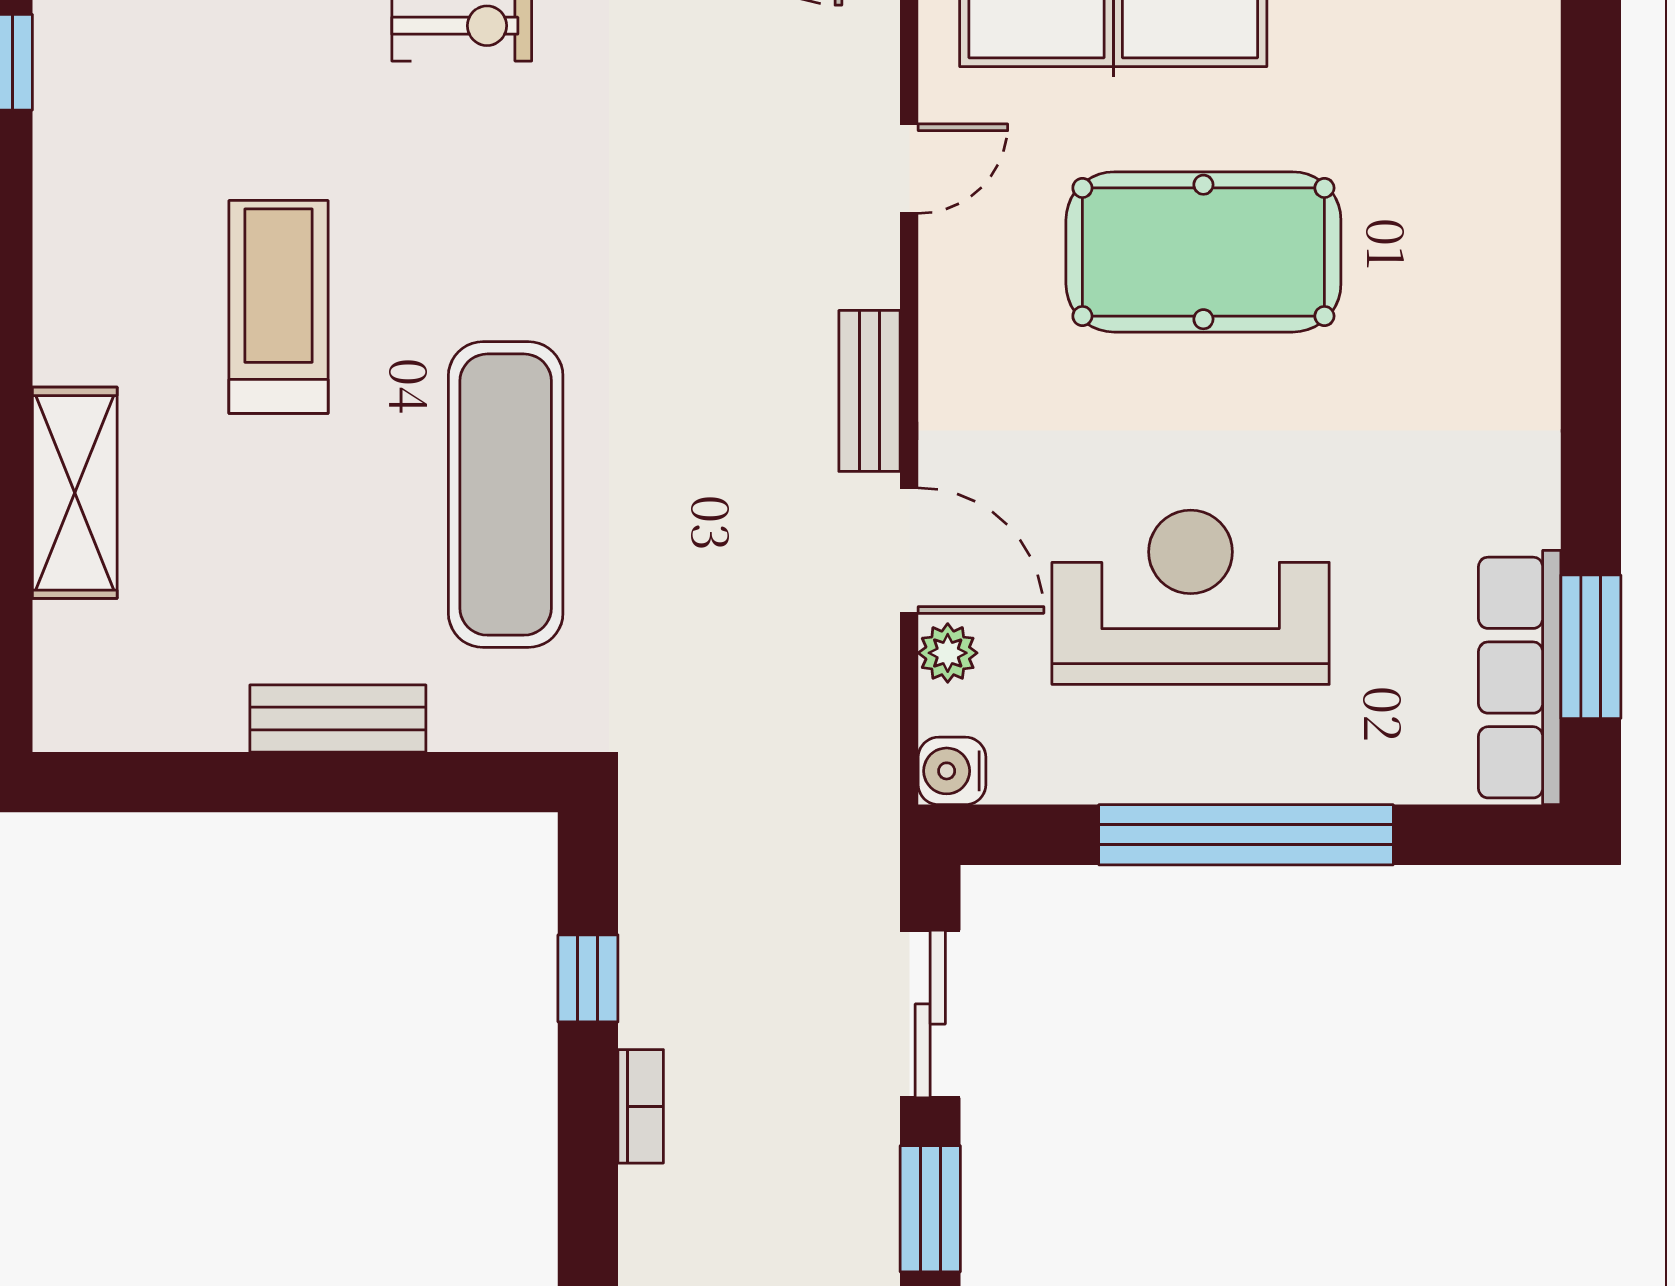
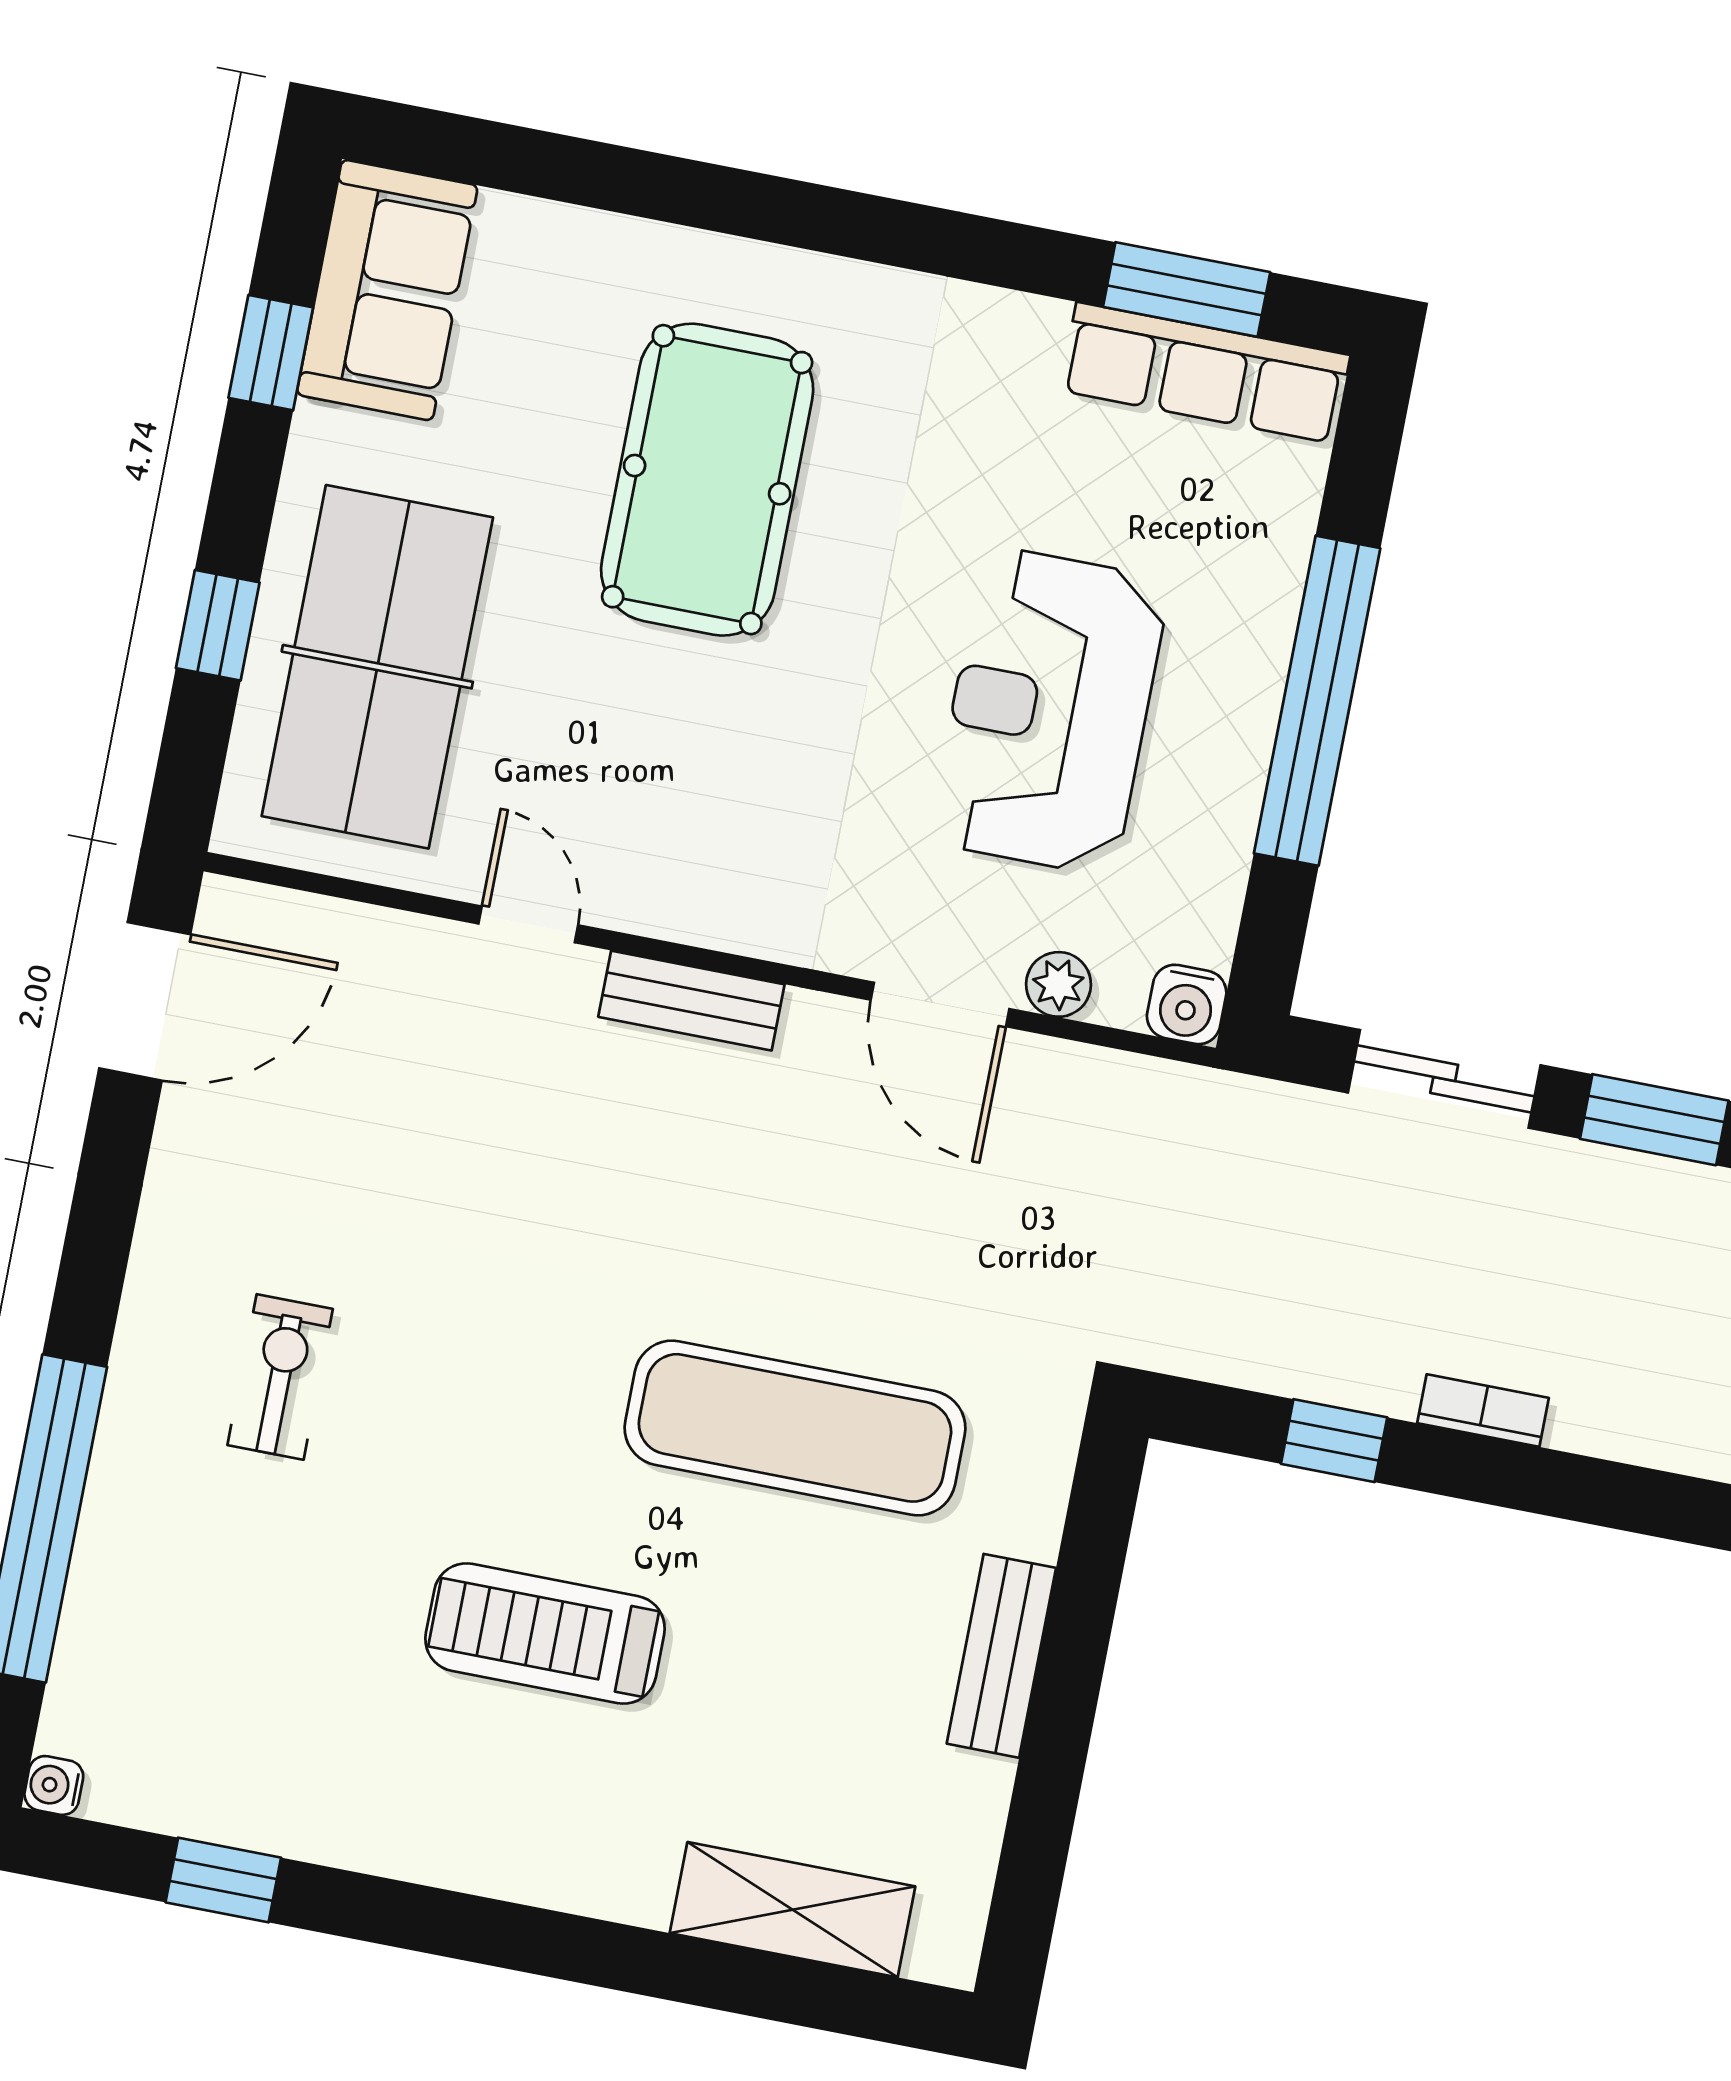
pool table: (1203, 252) -> (707, 480), moved
bench: (869, 391) -> (691, 1001), moved
shelving: (75, 493) -> (792, 1910), moved
door: (909, 551) -> (940, 1004), swing flipped

